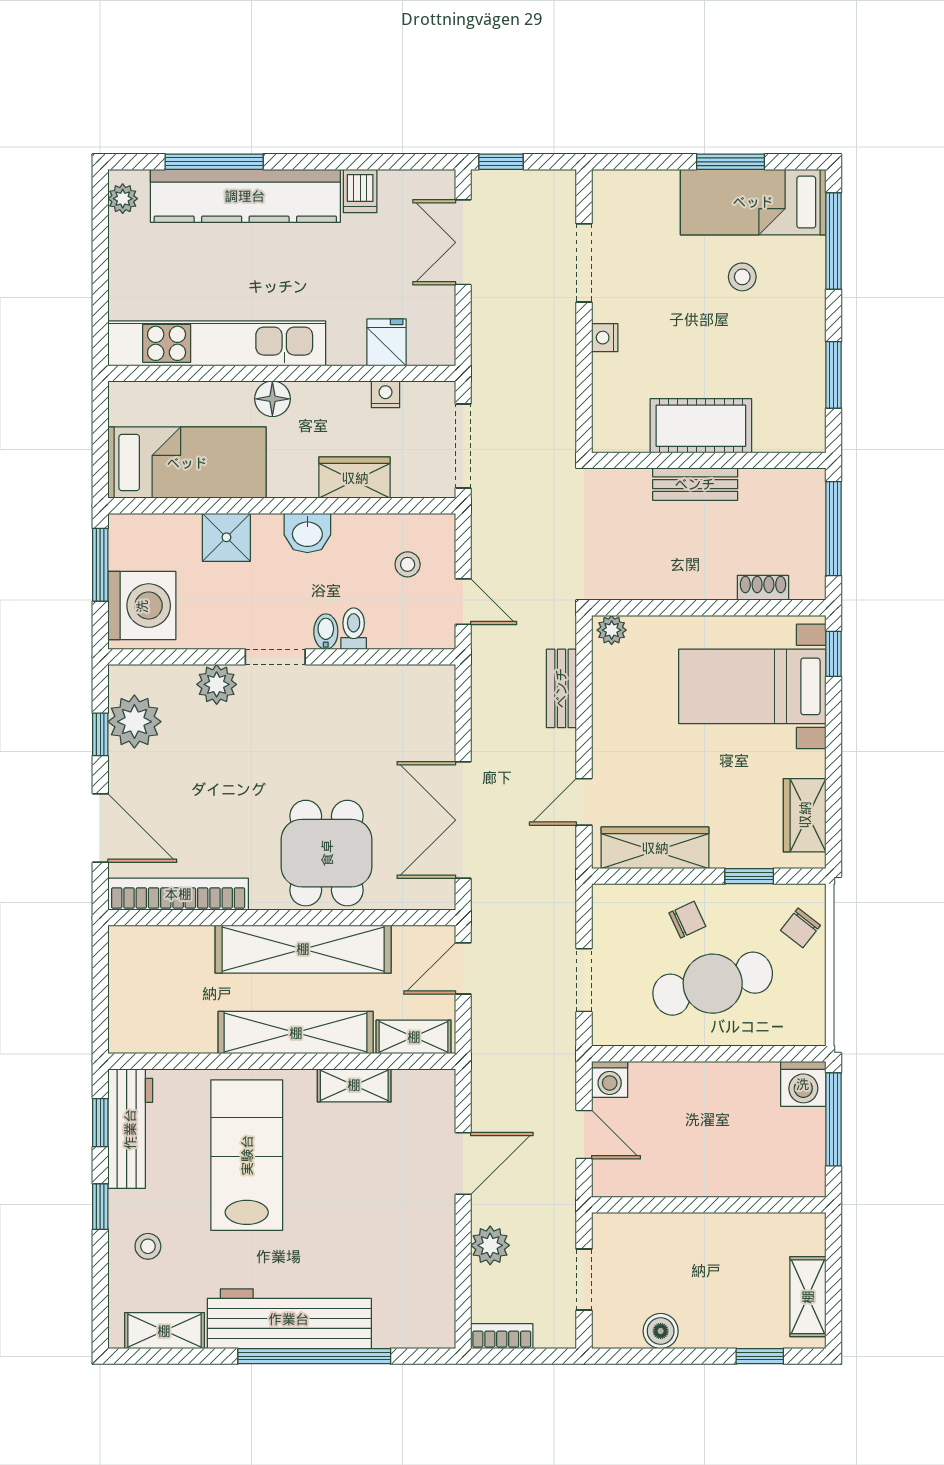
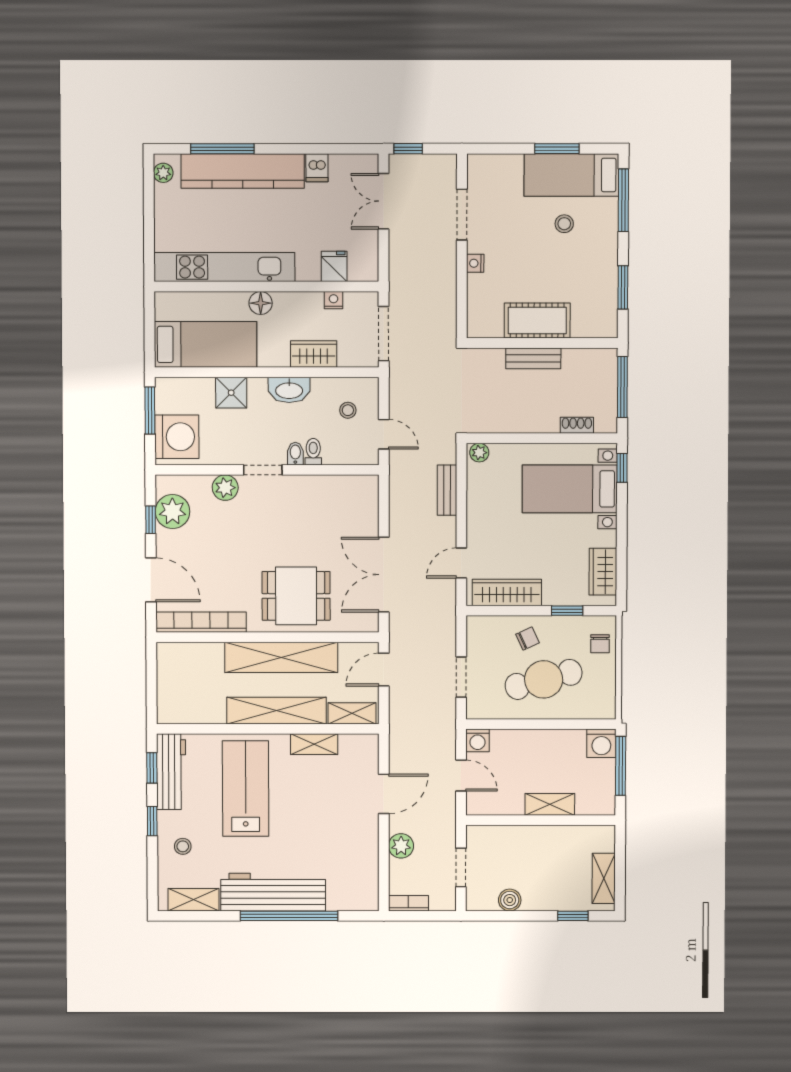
washbasin: (307, 533) -> (289, 390), width x1.38
dining table: (327, 853) -> (296, 596), turned 90
chair: (801, 928) -> (600, 644), turned -38
shelving: (723, 1180) -> (550, 804), added

